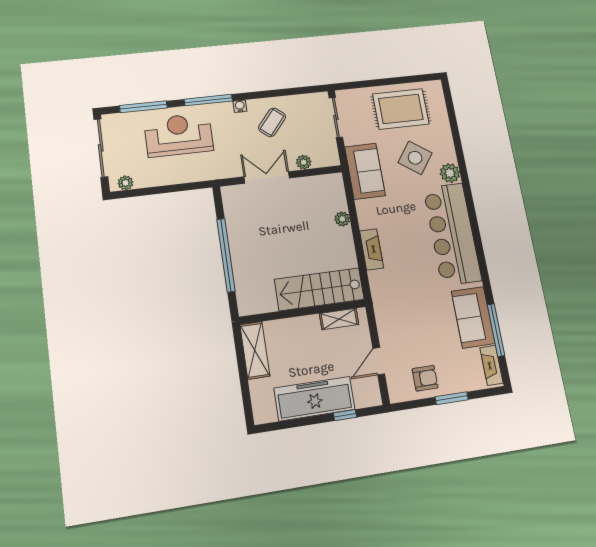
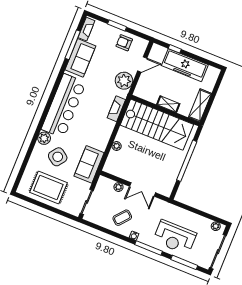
fireplace: (372, 249) -> (116, 109), moved
stairs: (319, 289) -> (157, 125), width x1.36, depth x1.51
shelving: (339, 319) -> (168, 104), moved
plant: (390, 321) -> (124, 81), added

